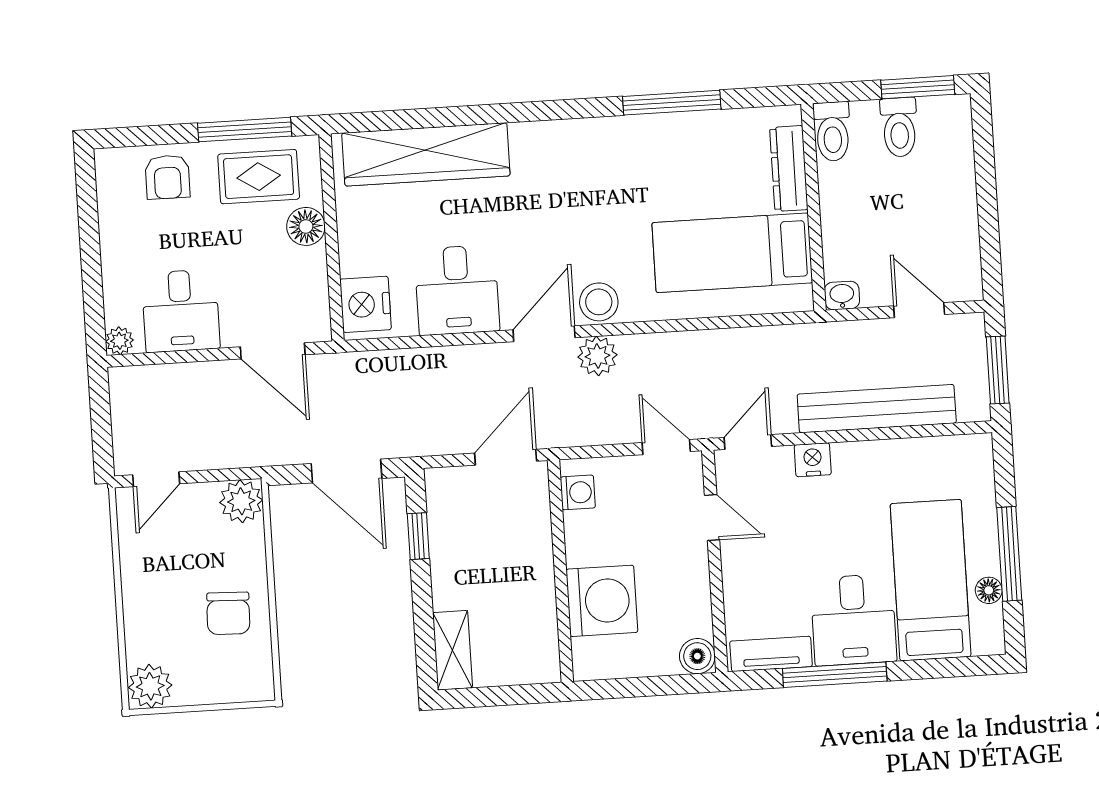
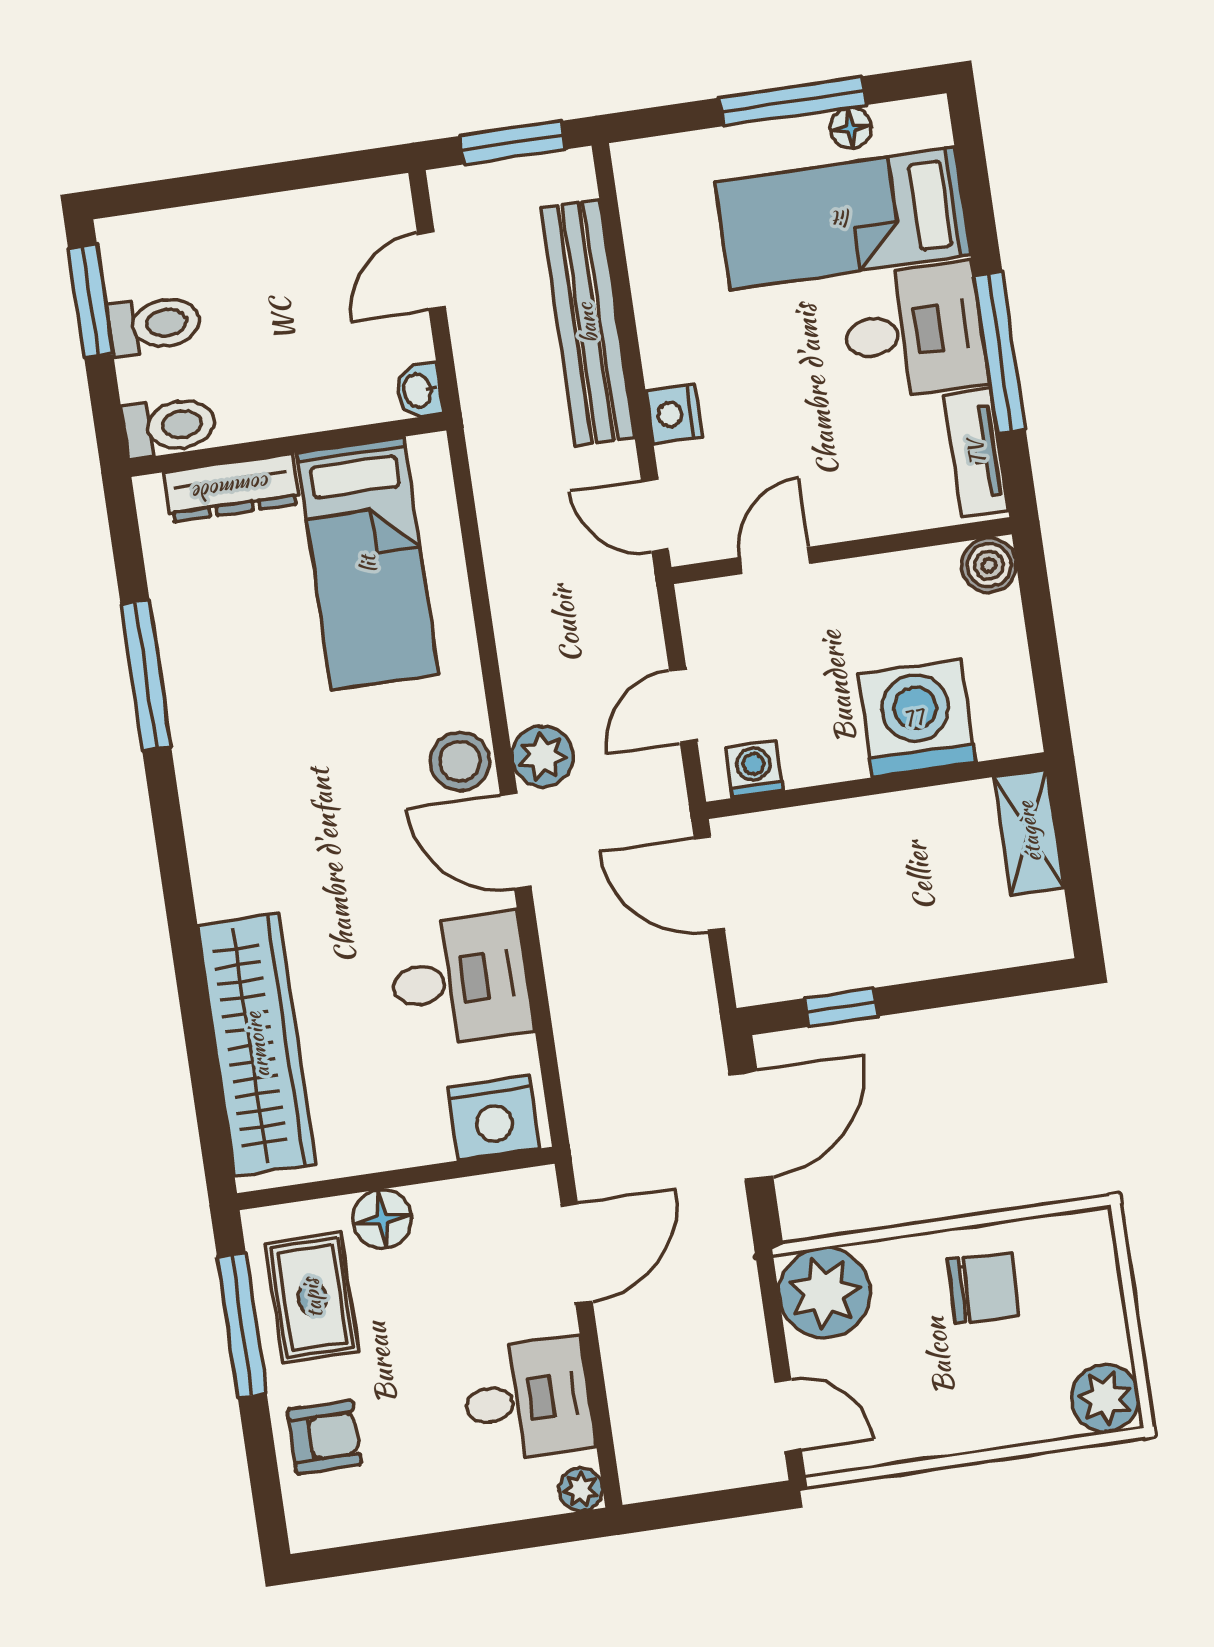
door: (666, 447) -> (683, 705), moved
plant: (241, 501) -> (825, 1293), width x1.36, depth x1.36
shelving: (452, 650) -> (1029, 832), moved, turned 90

